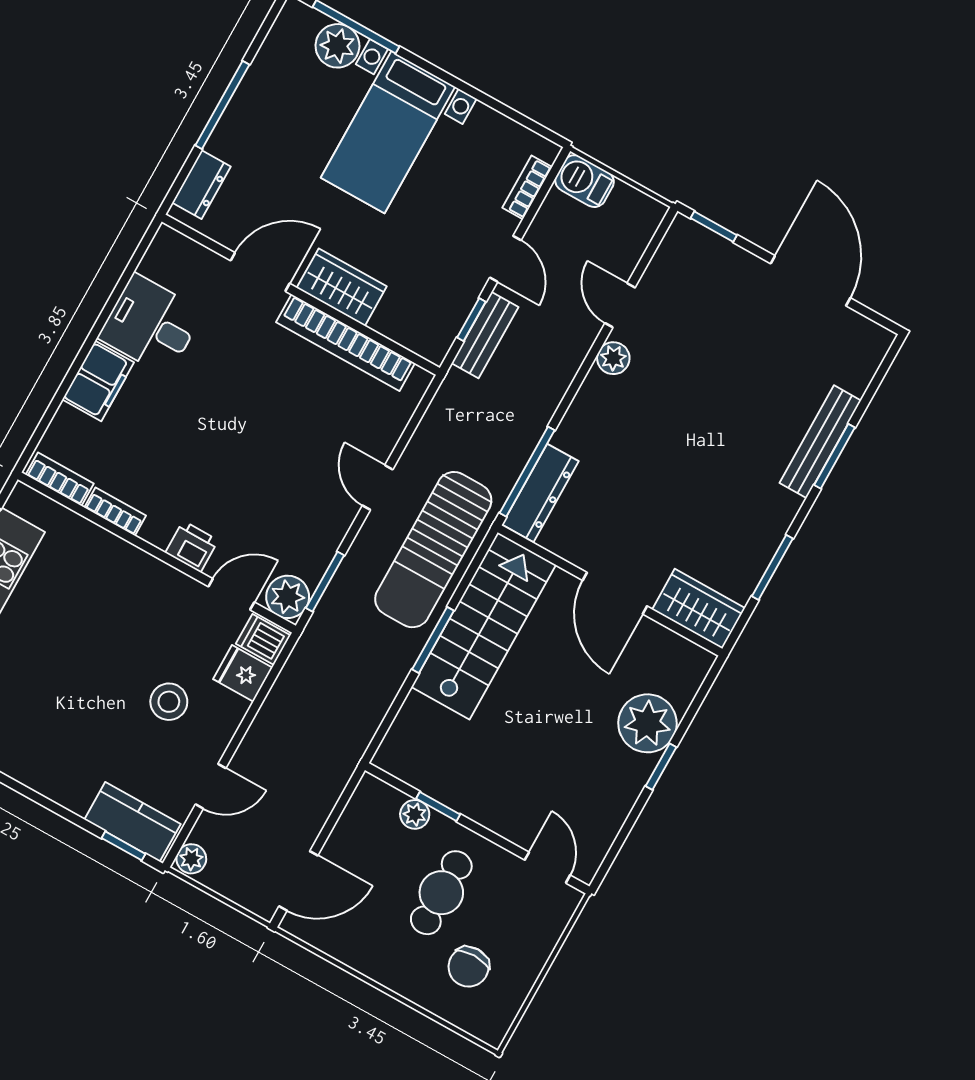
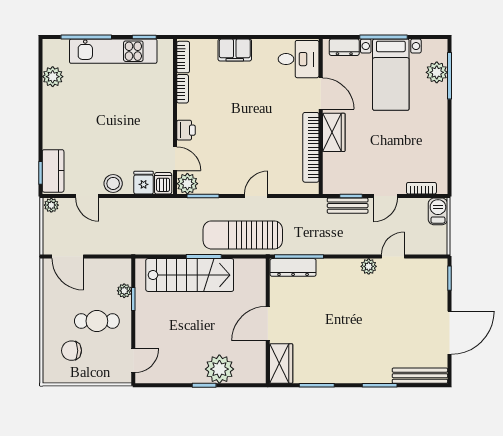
bed with nightstands: (388, 132) -> (391, 75), moved, turned -90
desk: (151, 325) -> (299, 59), moved, turned 90
bench: (820, 442) -> (420, 376), moved
stairs: (484, 626) -> (190, 275), moved
stool: (169, 702) -> (113, 183), moved

